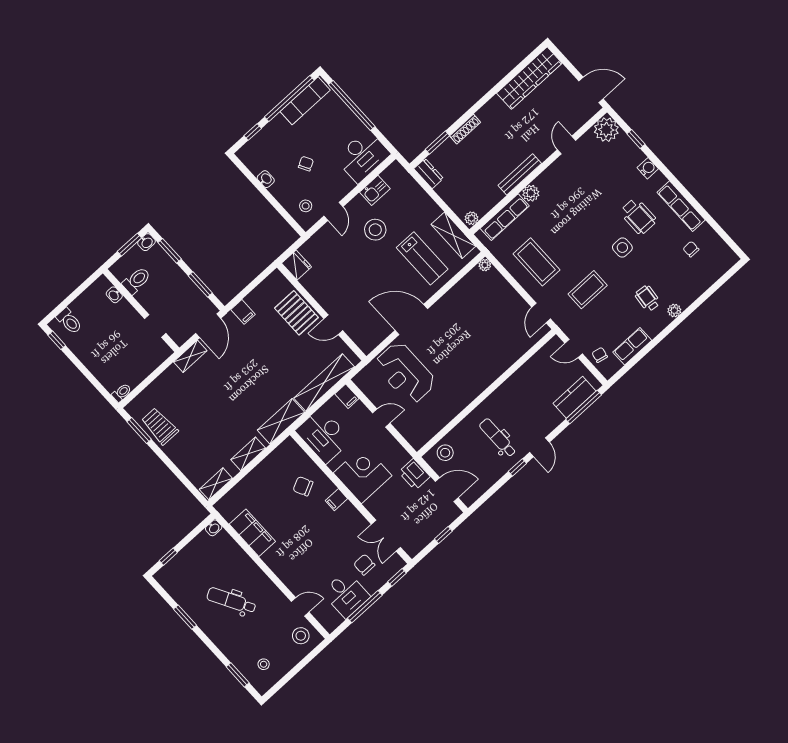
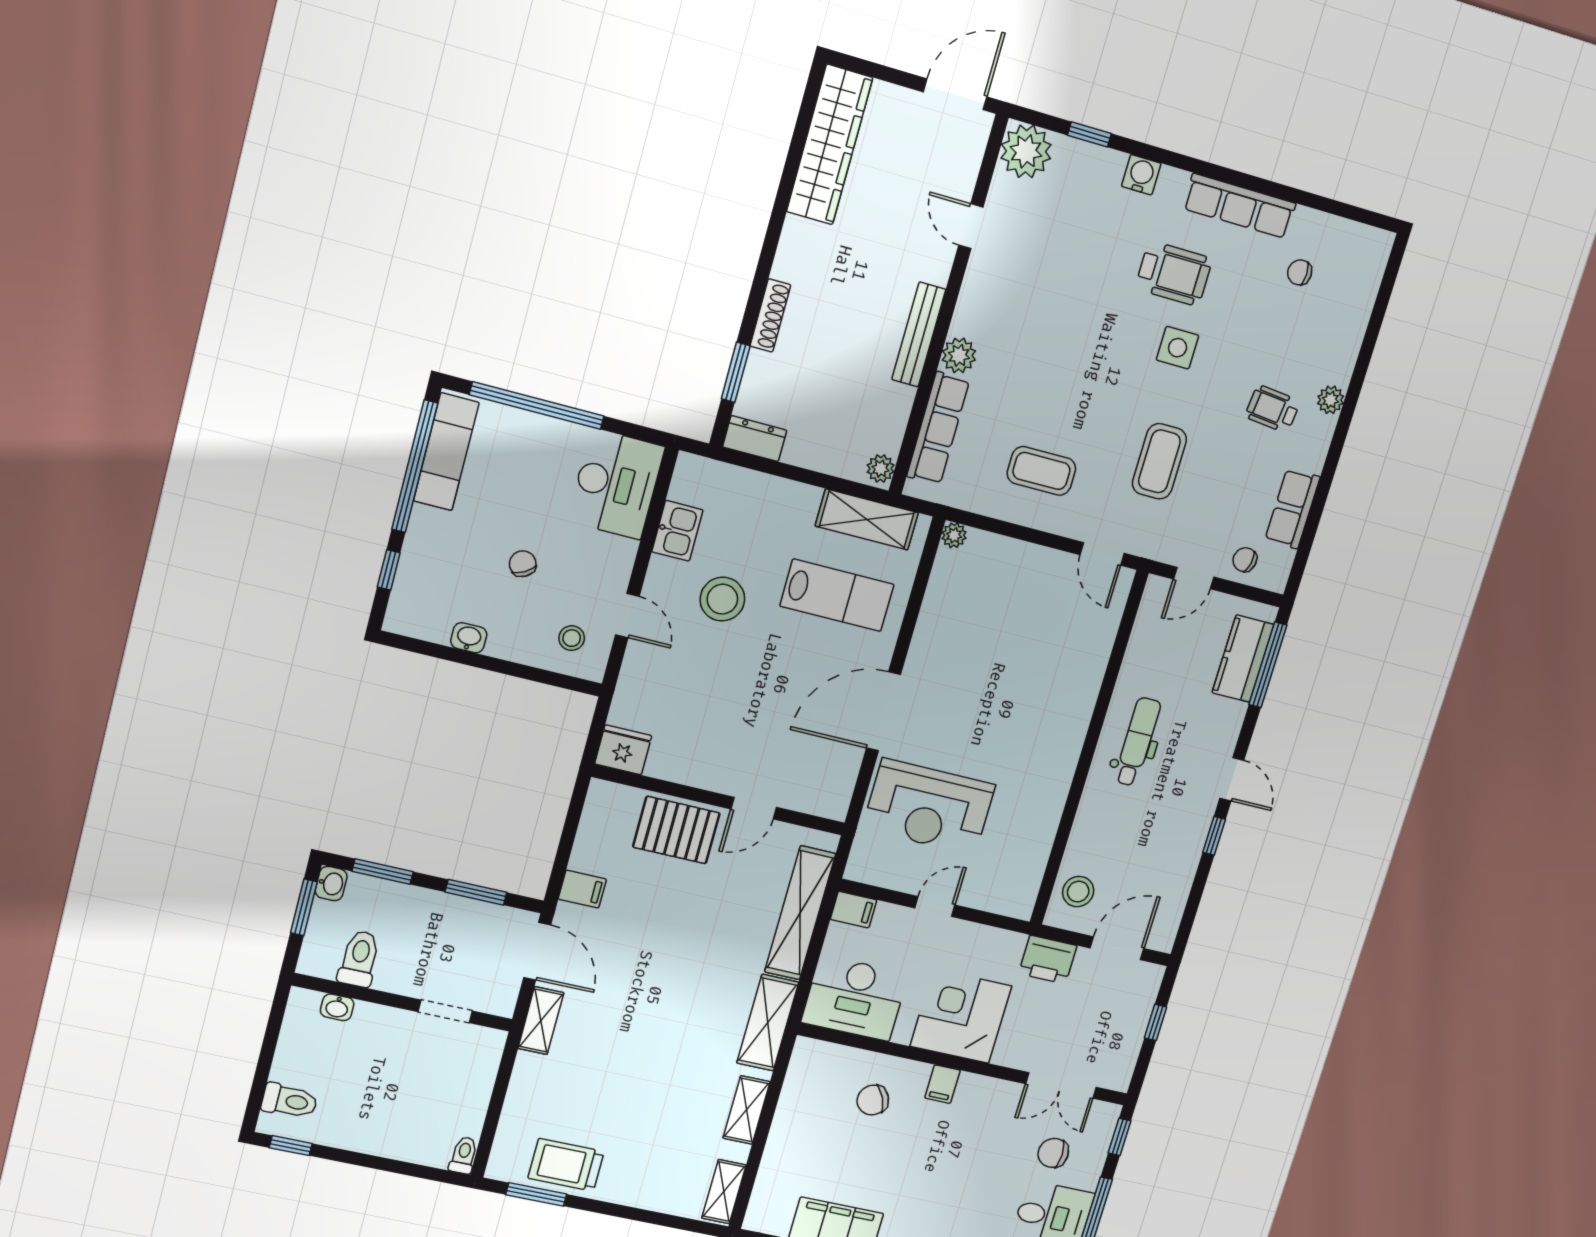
coffee table: (536, 262) -> (1041, 471), width x0.73, depth x0.76
dental chair: (498, 438) -> (1137, 742), moved, turned 90

